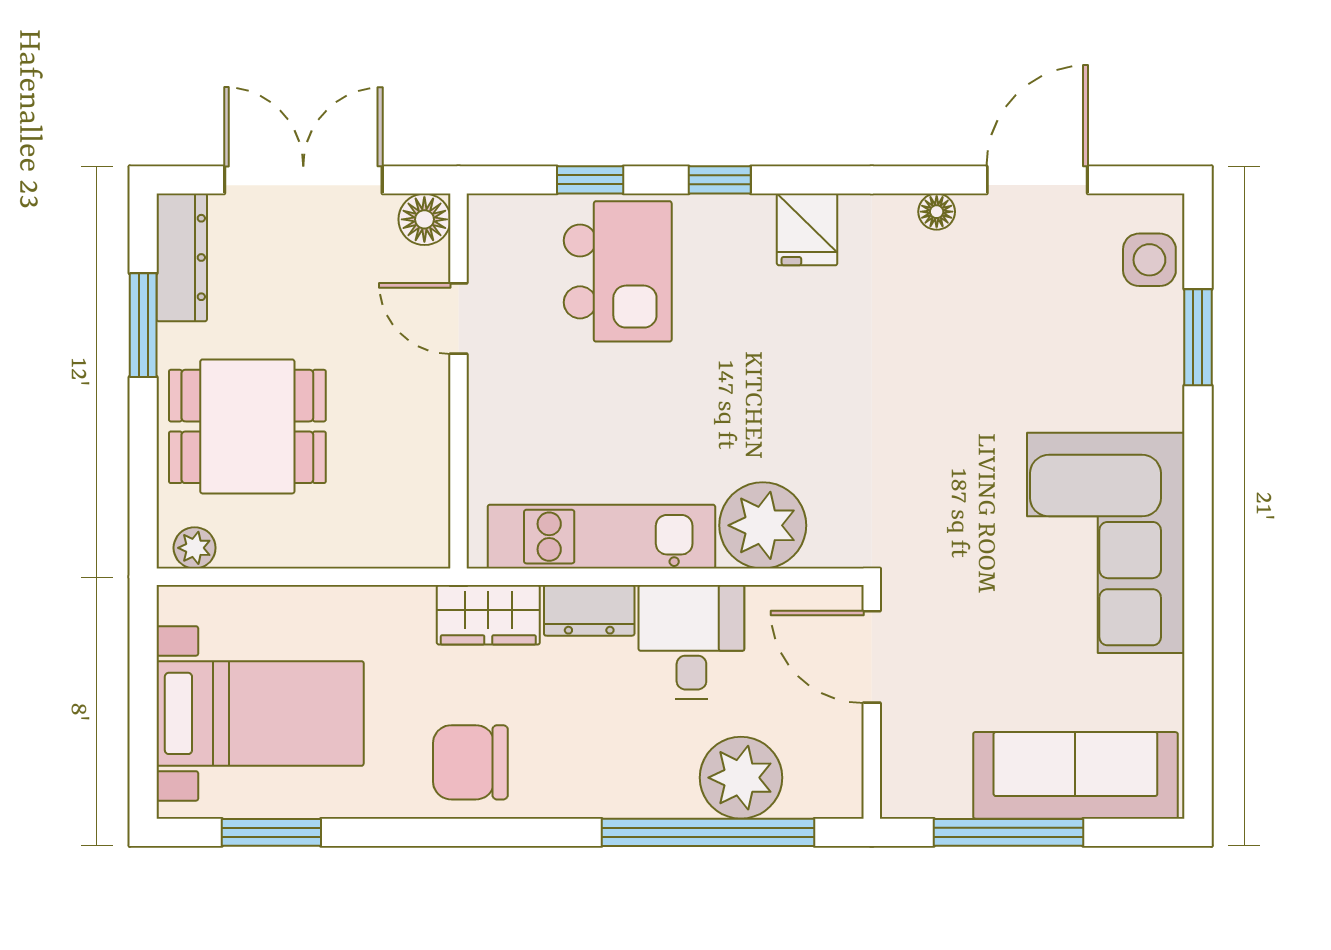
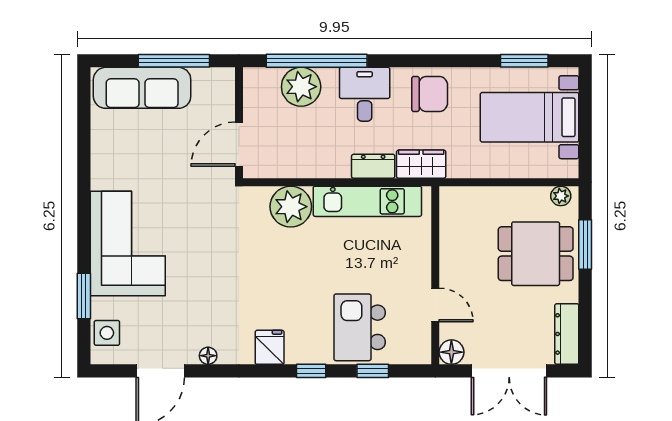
window: (143, 325) -> (585, 244), moved
corner sofa: (1106, 543) -> (128, 243), moved
desk: (691, 642) -> (365, 94), moved, turned 180
door: (872, 657) -> (239, 144), swing flipped

